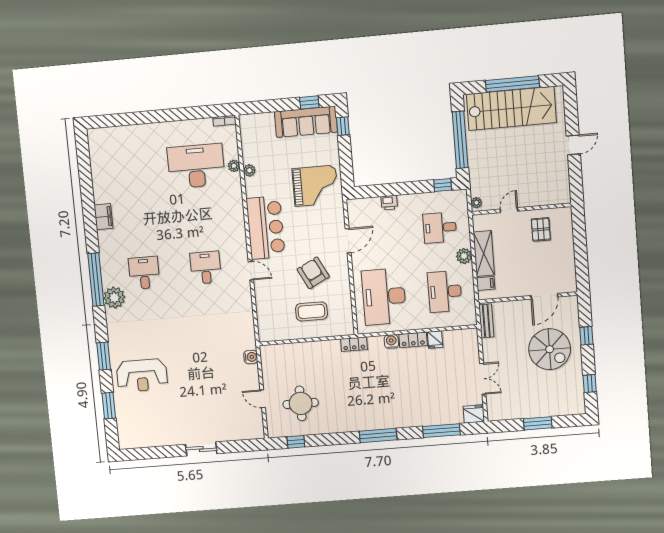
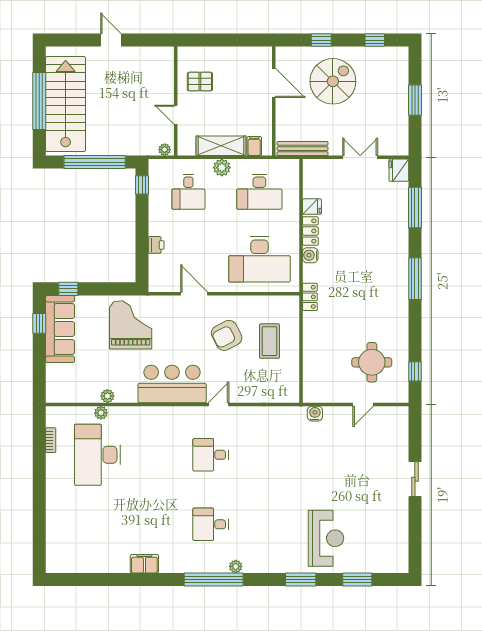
bookcase: (224, 121) -> (51, 440), moved
plant: (114, 298) -> (236, 566), width x0.53, depth x0.53
bench: (486, 321) -> (303, 149), width x1.36

